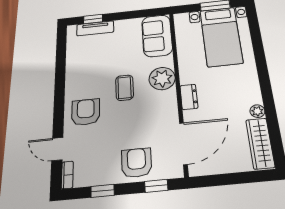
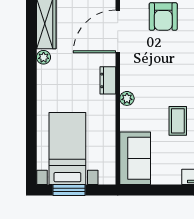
plant: (162, 78) -> (127, 98), width x0.53, depth x0.53
coffee table: (125, 88) -> (178, 121), moved

